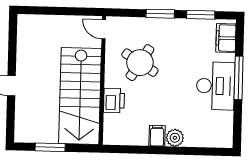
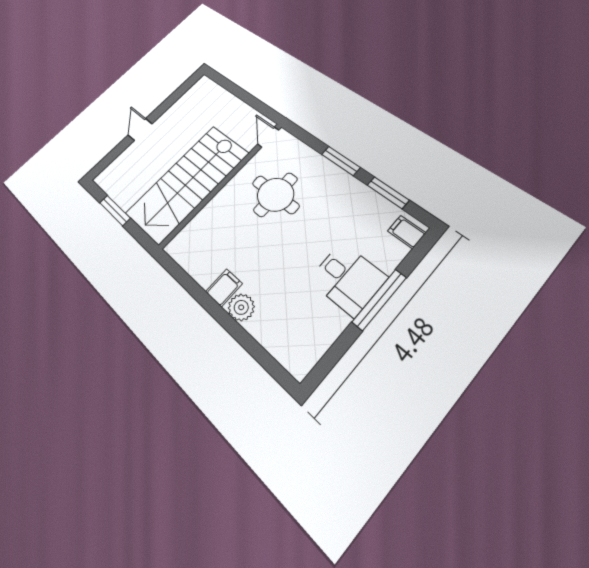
filing cabinet: (226, 38) -> (407, 232), width x0.50
round table: (140, 63) -> (276, 195), turned -32
desk: (216, 86) -> (348, 279), width x0.73
printer: (114, 101) -> (215, 213), removed

